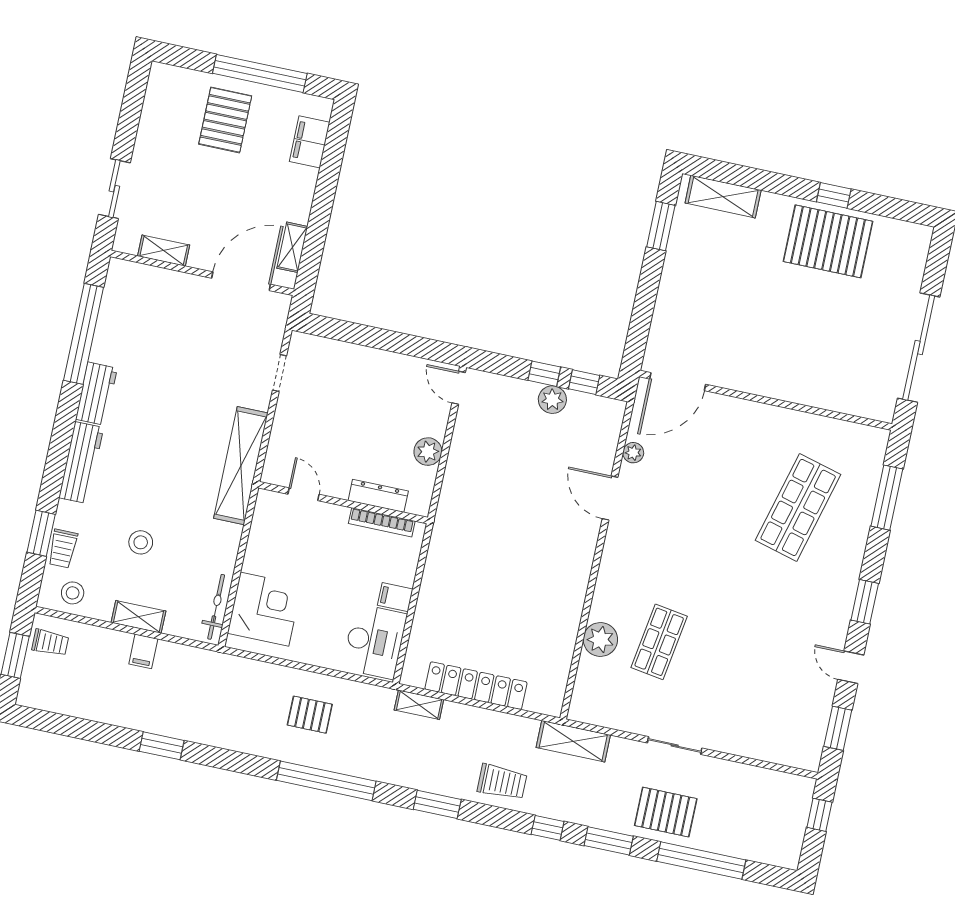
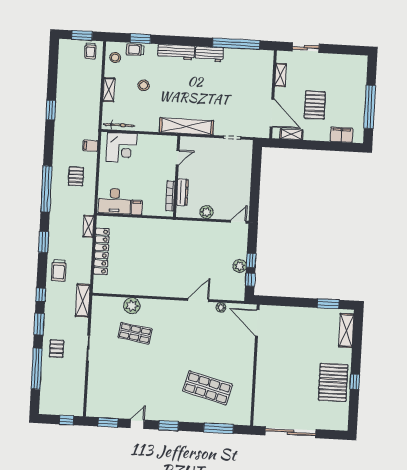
pallet: (225, 120) -> (315, 105), moved, turned 90
filing cabinet: (143, 651) -> (90, 146), moved
pallet: (666, 812) -> (57, 349), width x0.67, depth x0.71

